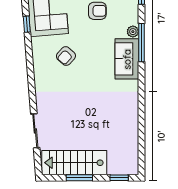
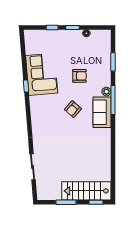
armchair: (66, 56) -> (73, 109), moved
stairs: (74, 163) -> (86, 191), moved

